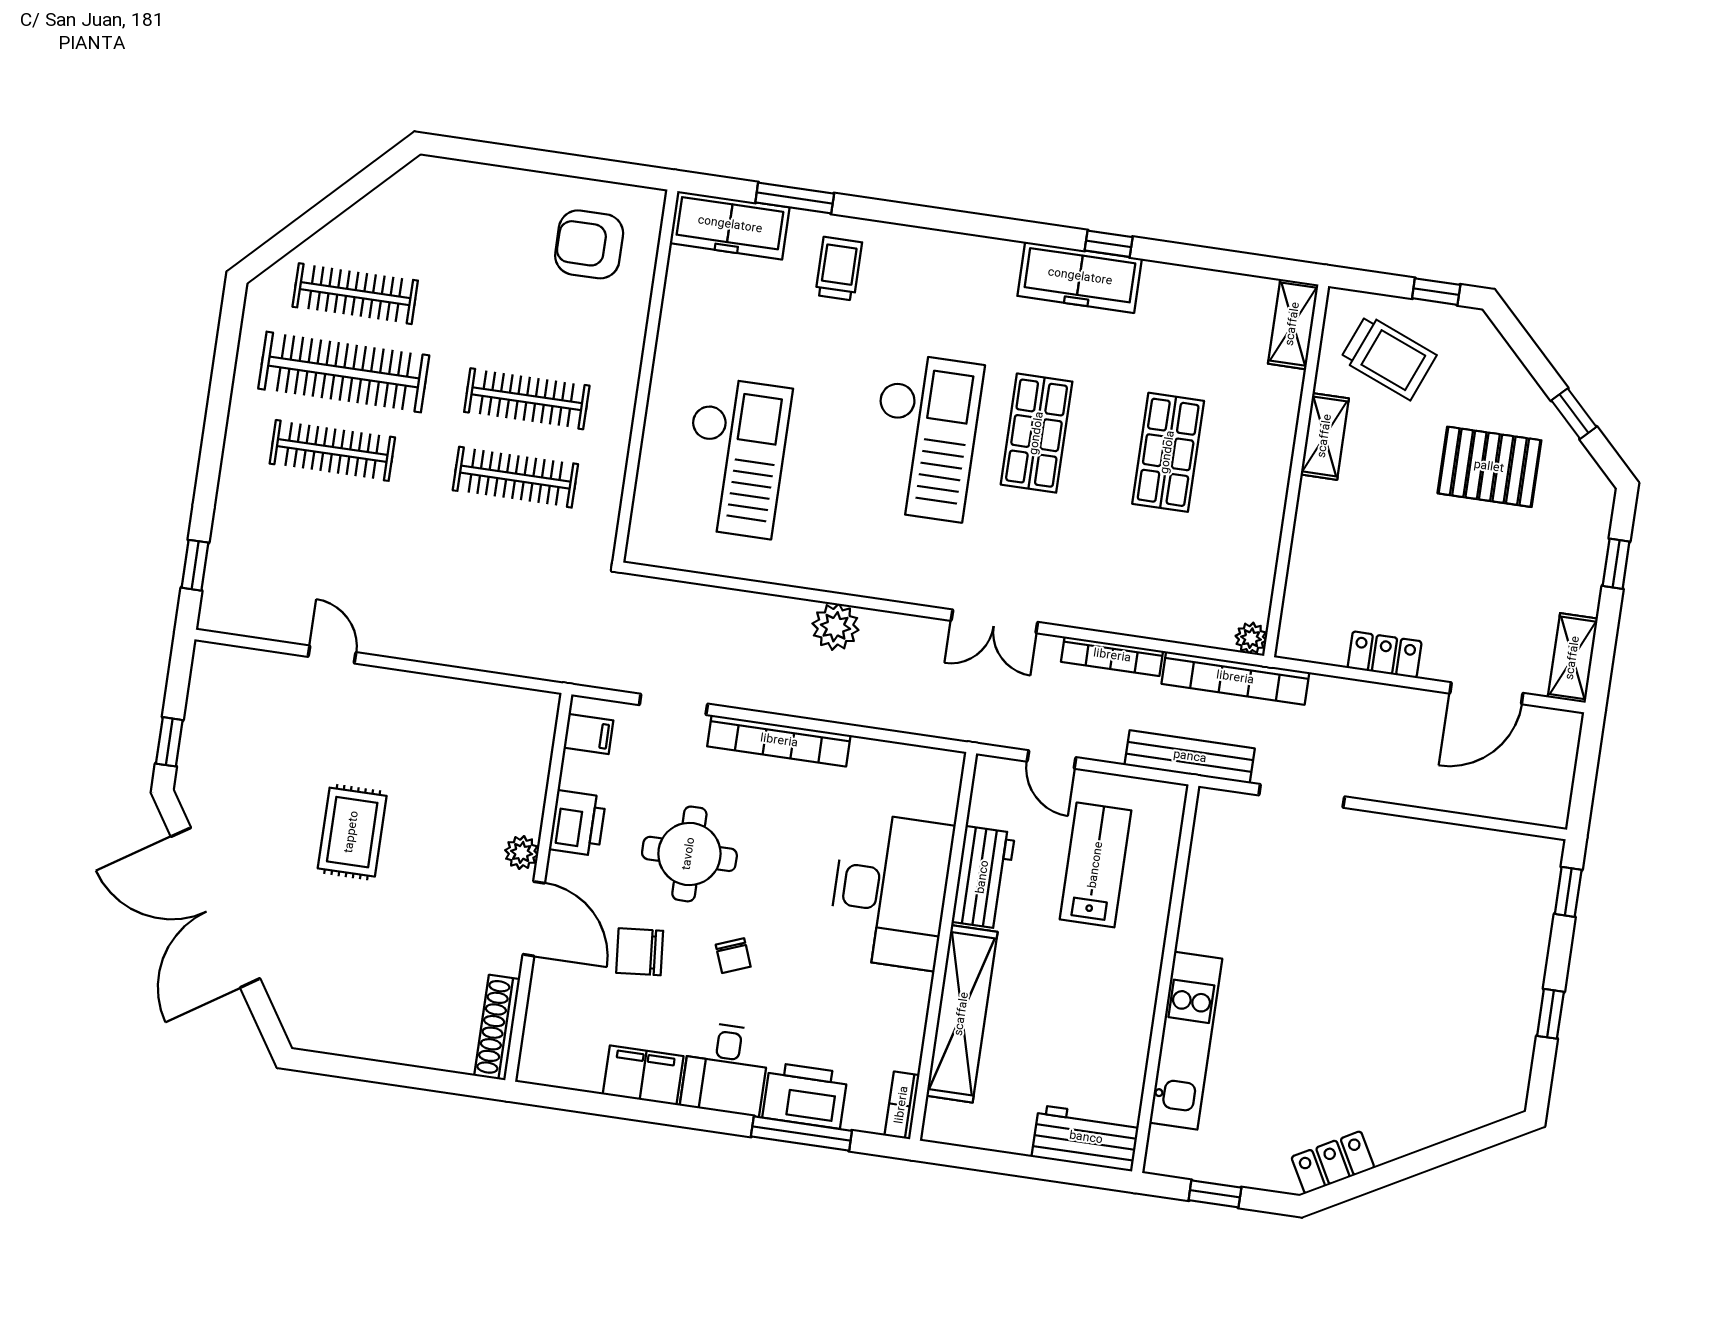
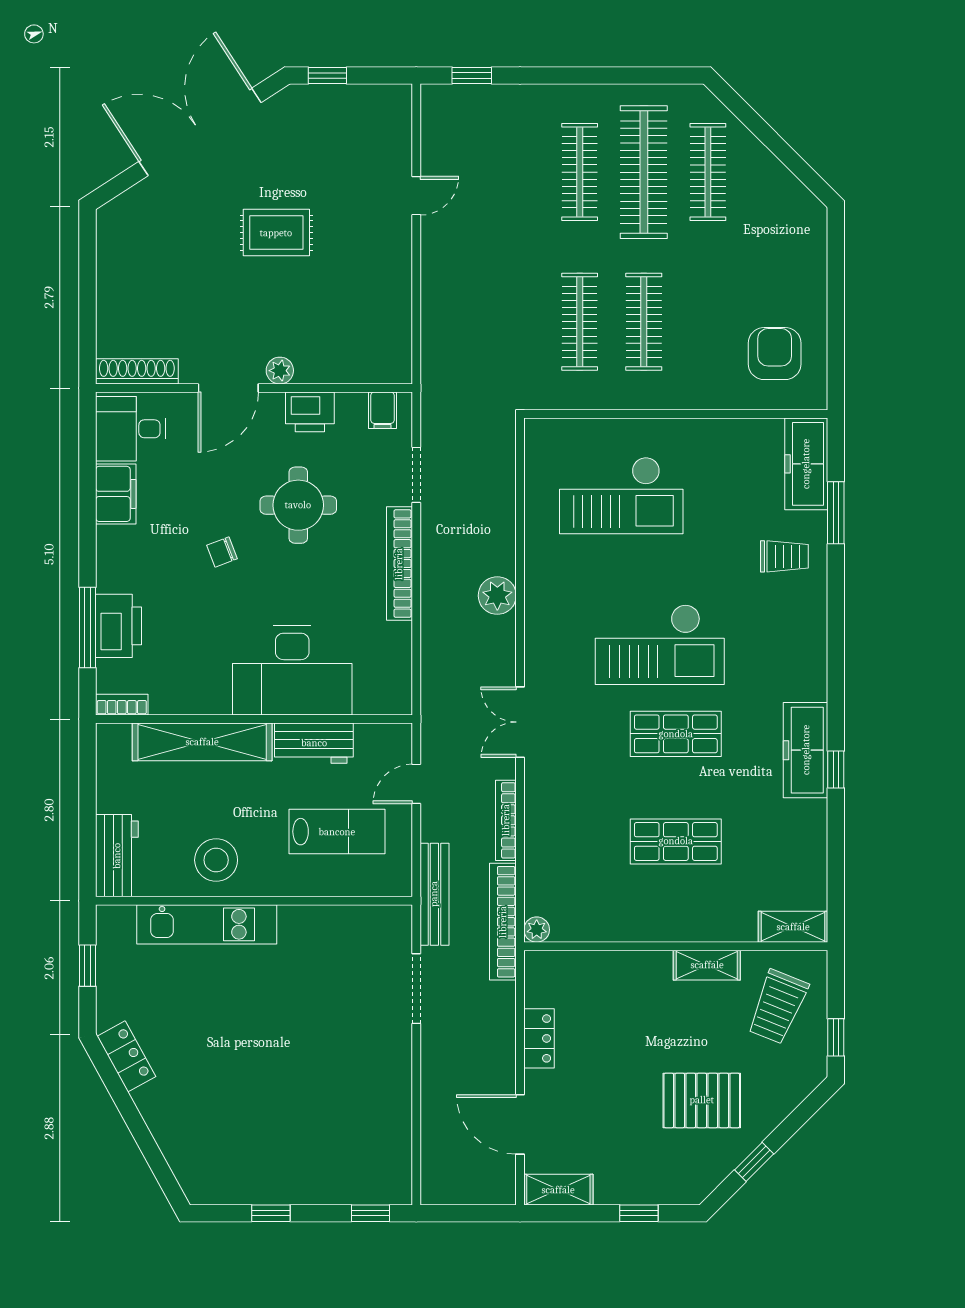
pallet: (1489, 467) -> (702, 1100), turned 90
chair: (640, 952) -> (214, 477), removed
stool: (1109, 1018) -> (216, 860), added
desk: (725, 1069) -> (131, 429), moved

